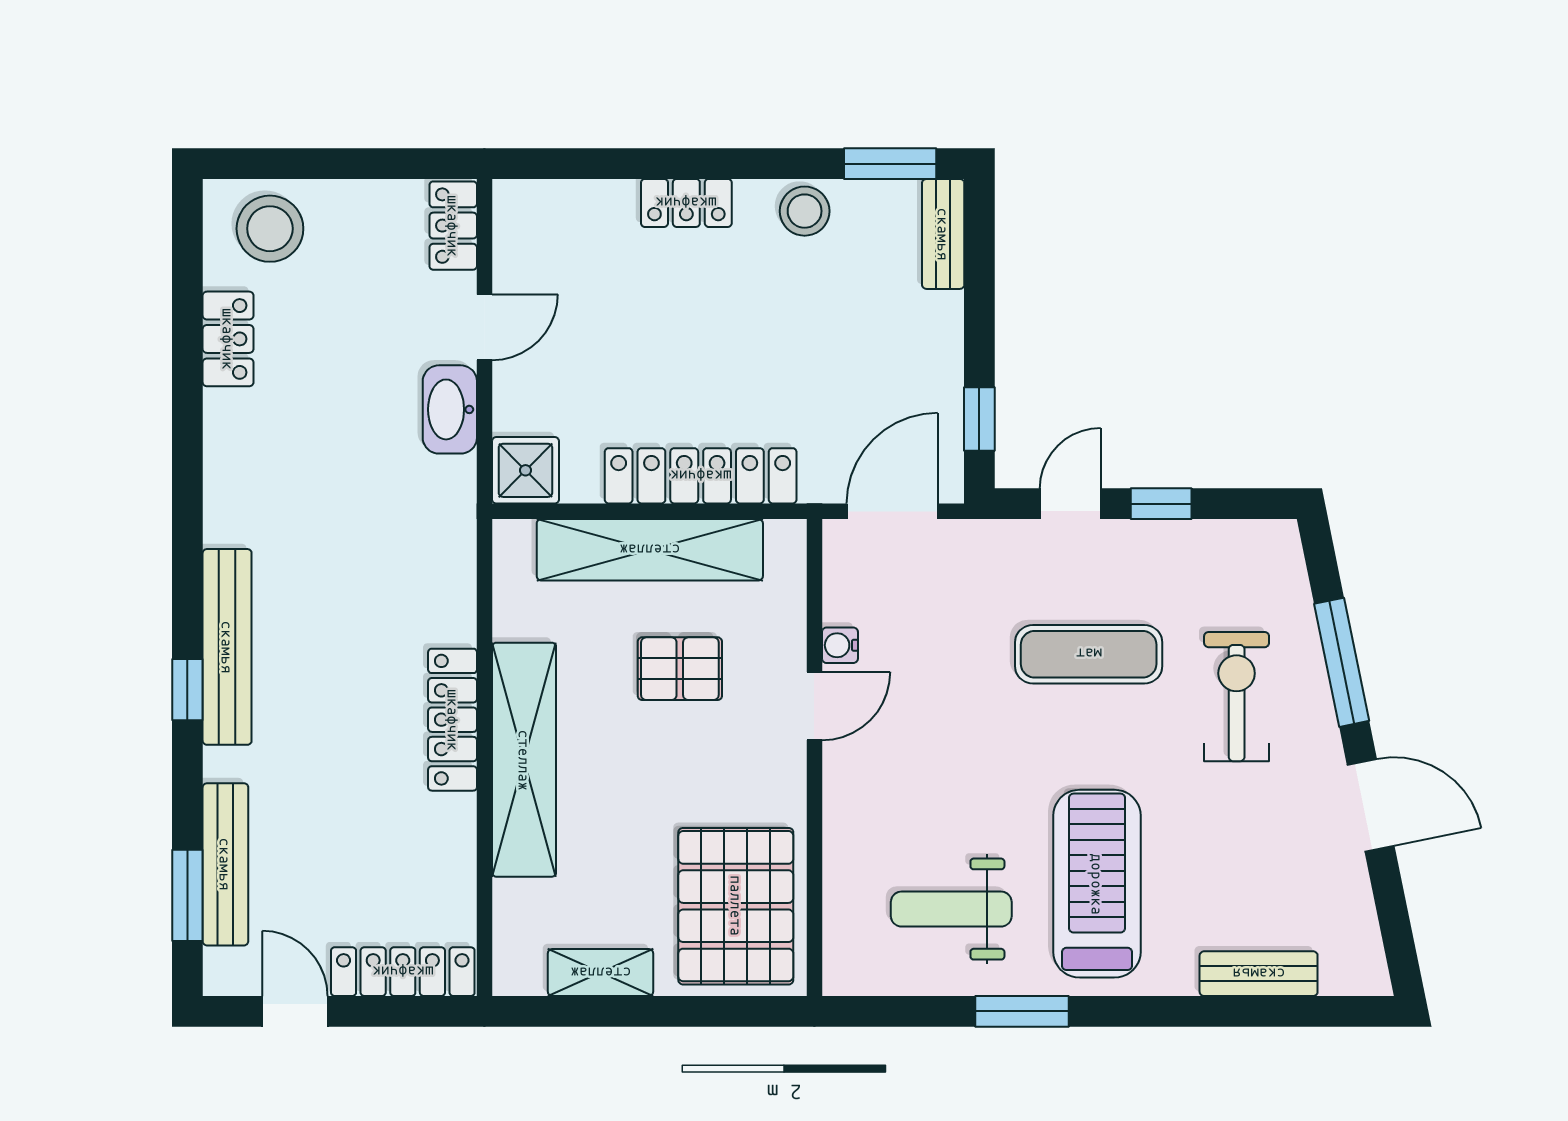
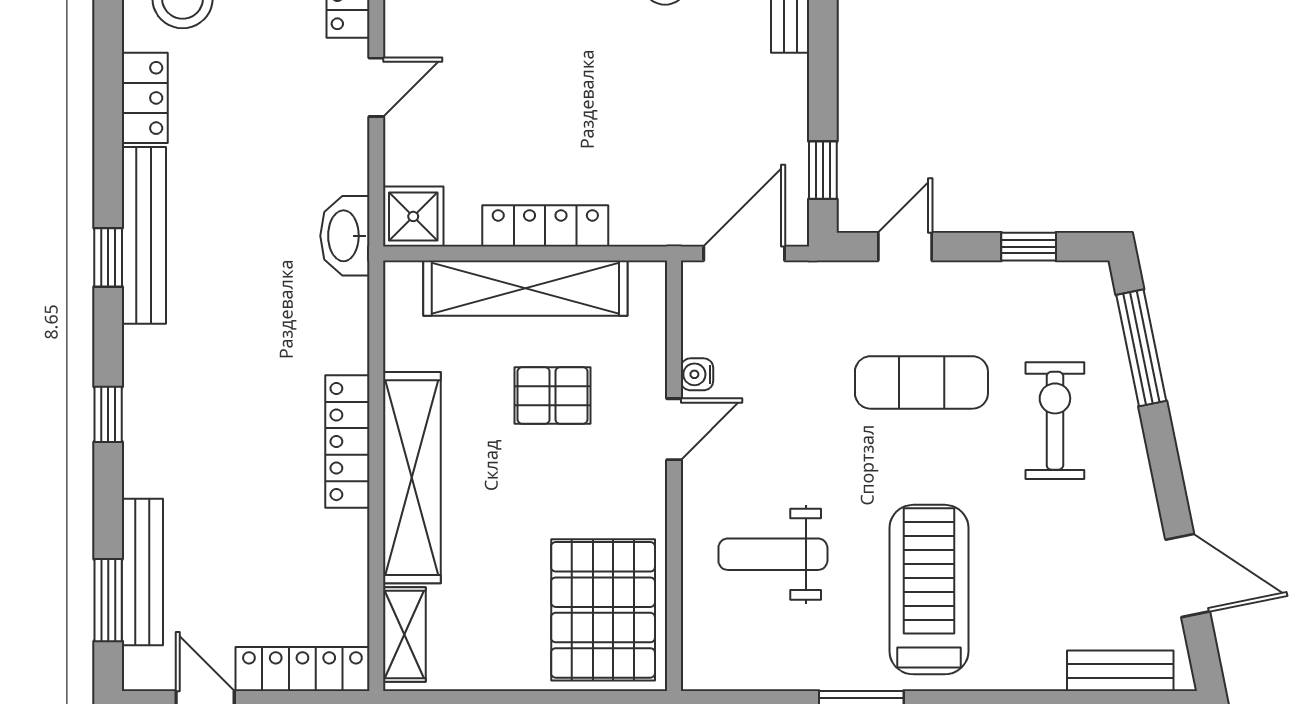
washbasin: (450, 409) -> (345, 236), moved
locker: (701, 476) -> (545, 226), width x0.71, depth x0.83
window: (1161, 504) -> (1029, 247), moved
window: (187, 516) -> (108, 257), added
bench: (227, 647) -> (144, 235), moved
window: (1342, 662) -> (1141, 348), moved
door: (1371, 805) -> (1188, 576), moved
weight bench: (951, 909) -> (773, 554), moved
shelving: (601, 973) -> (404, 634), moved, turned 90
bench: (1259, 974) -> (1120, 671), moved

